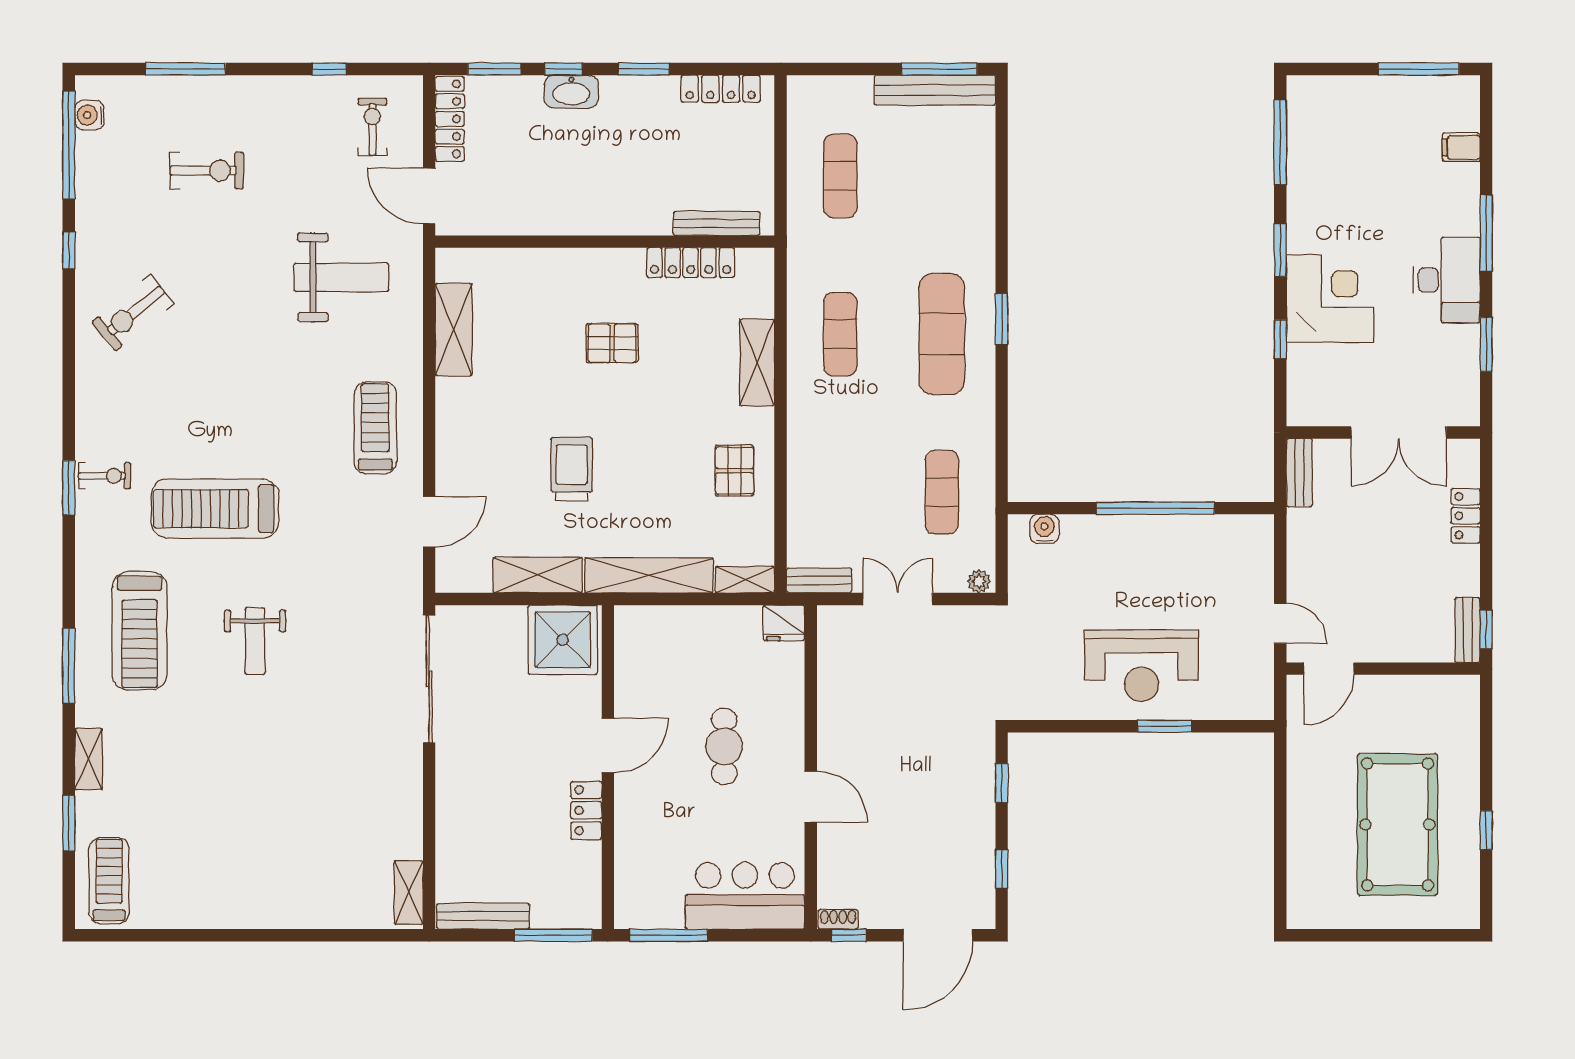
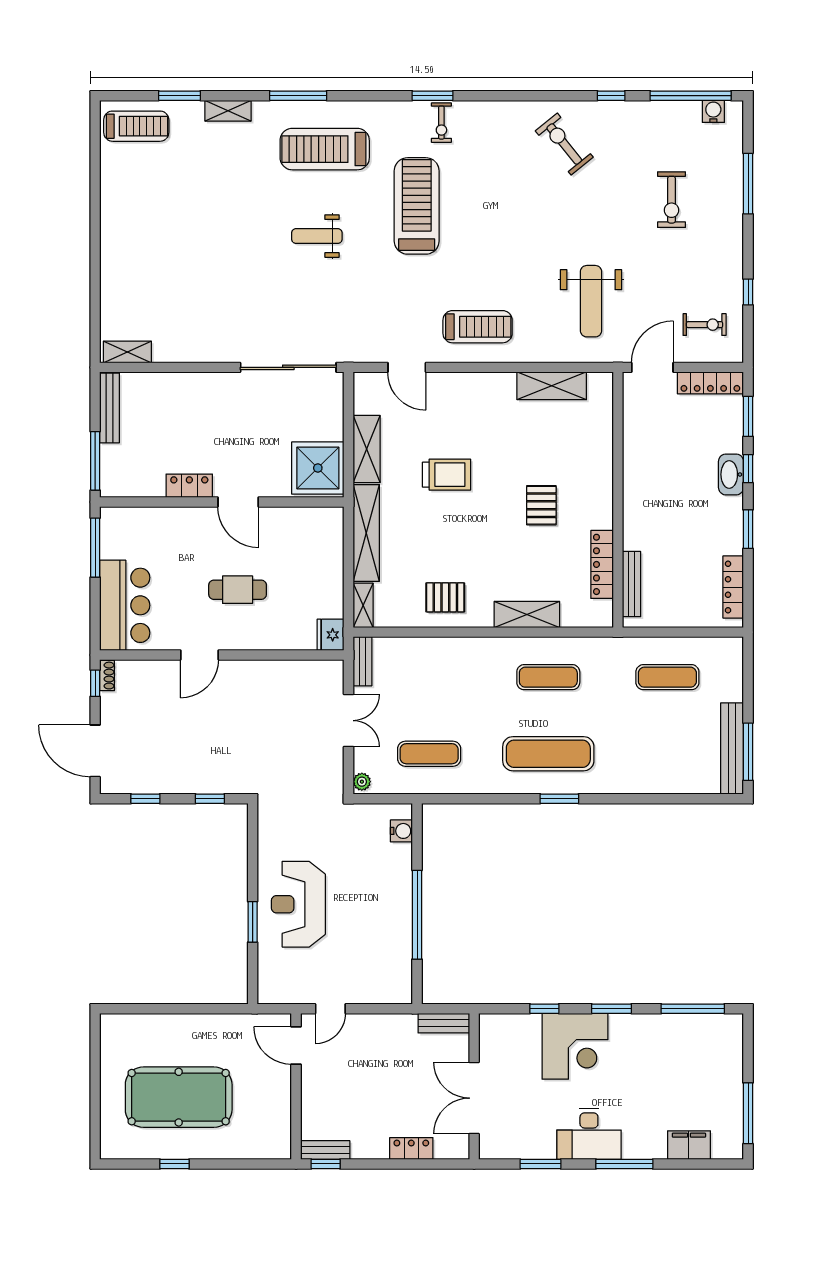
filing cabinet: (1461, 147) -> (689, 1145), width x2.00

